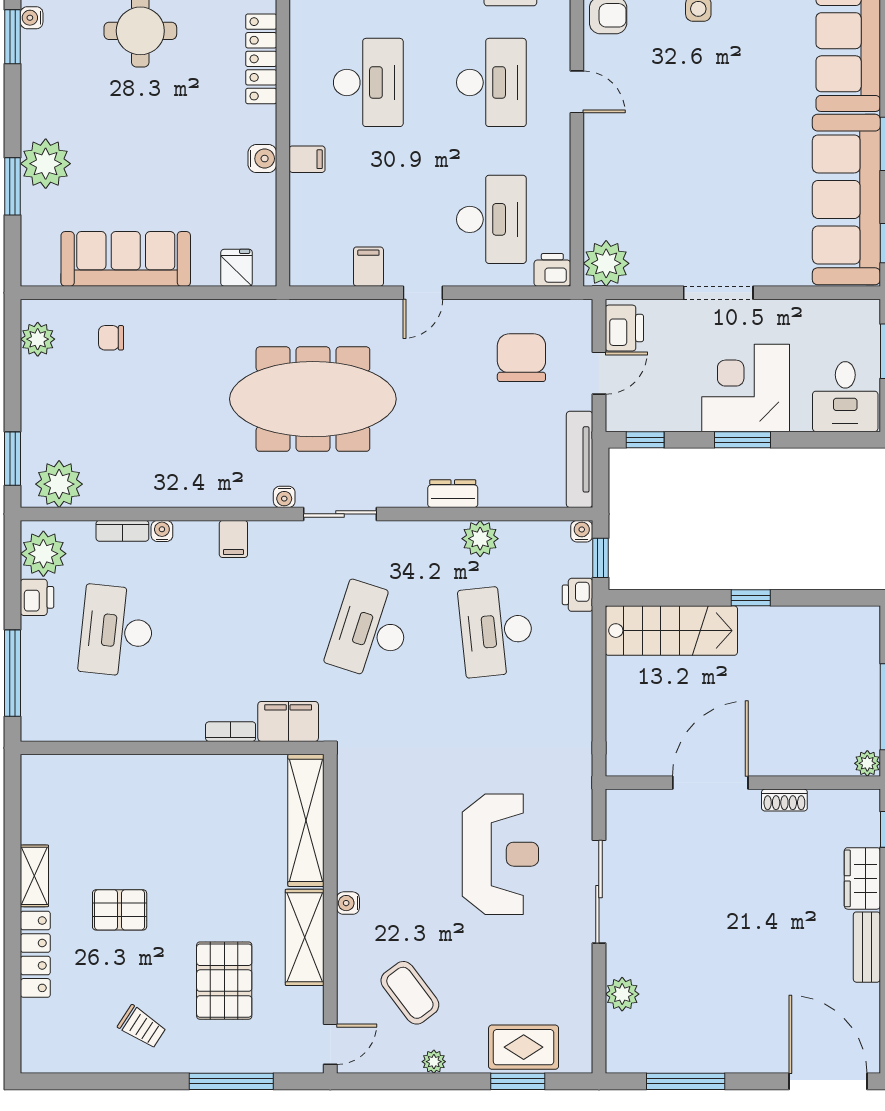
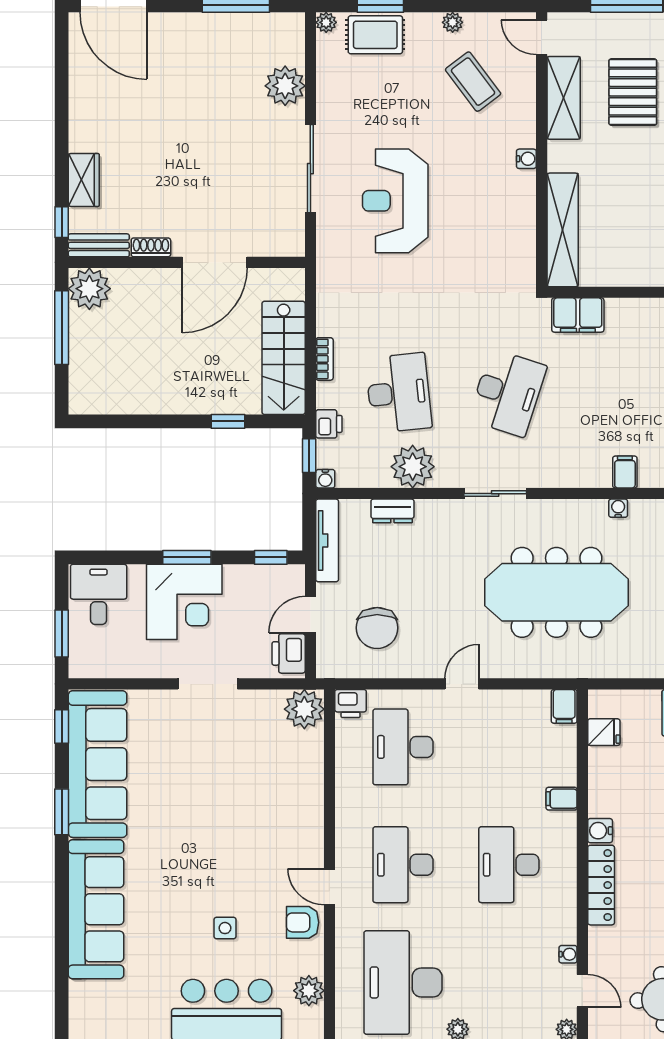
door: (577, 92) -> (329, 887), moved
water cooler: (262, 159) -> (600, 831), moved
filing cabinet: (368, 267) -> (564, 706), moved
fridge: (237, 268) -> (604, 732), moved, turned -90
dresser: (453, 494) -> (392, 511), moved
water cooler: (284, 497) -> (618, 508), moved
sliding door: (340, 514) -> (495, 494), moved
plant: (480, 539) -> (413, 467), width x1.36, depth x1.36
window: (751, 598) -> (228, 421), moved
stairs: (671, 631) -> (284, 358), moved, turned -90
bookcase: (231, 732) -> (324, 359), moved, turned -90
plant: (867, 763) -> (89, 289), width x1.88, depth x1.88
shelving: (305, 937) -> (564, 98), moved
bench: (867, 947) -> (99, 245), moved, turned 90
plant: (622, 994) -> (285, 86), width x1.36, depth x1.36
door: (330, 1044) -> (542, 37), hinge flipped
plant: (581, 1062) -> (326, 22), added

